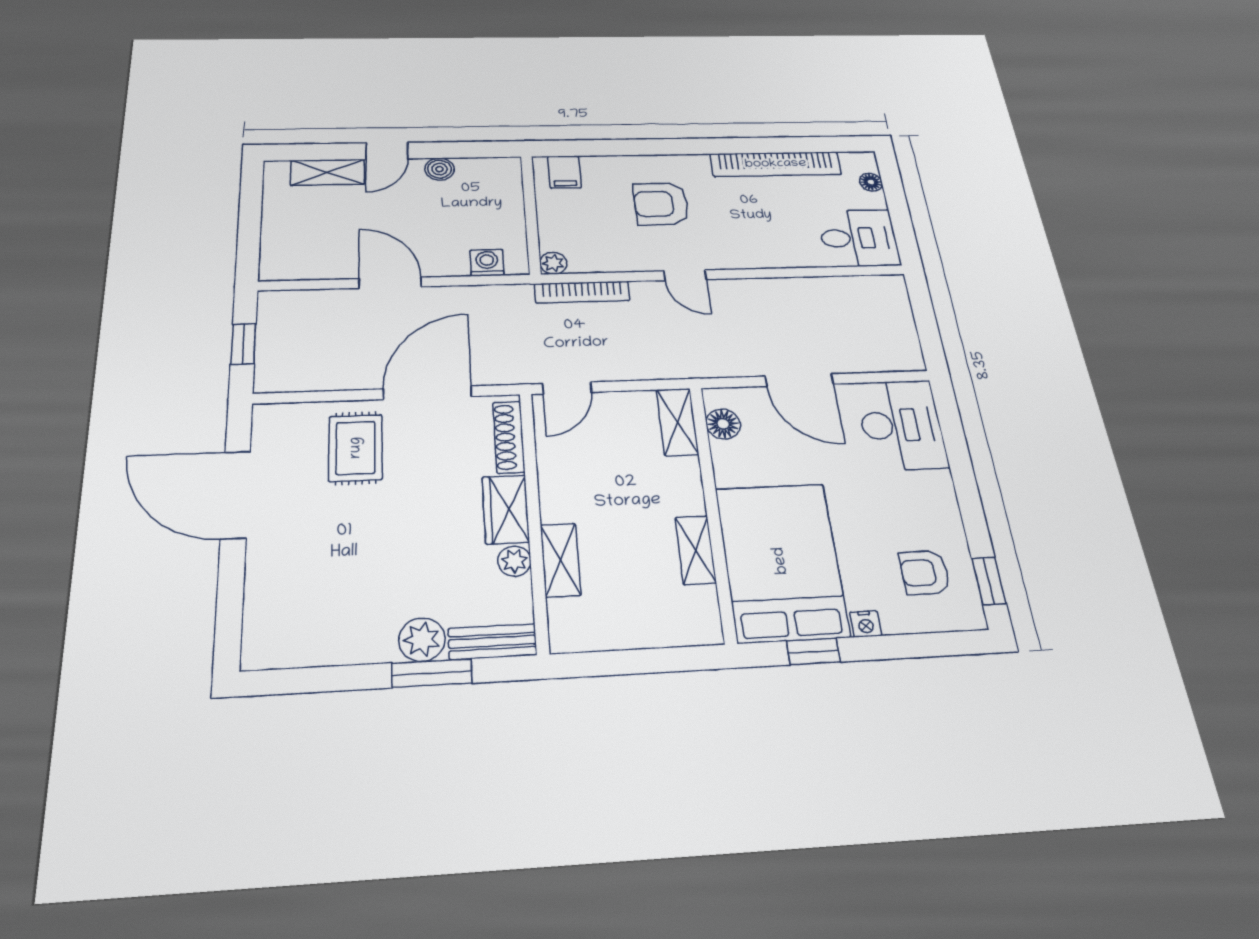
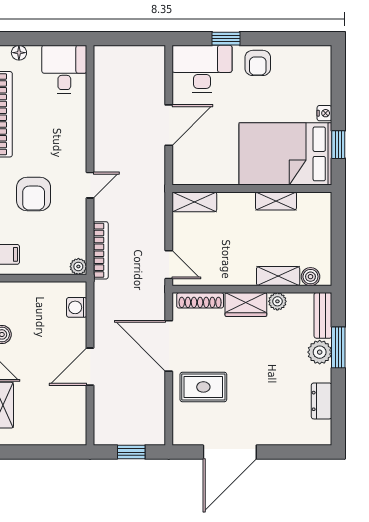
floor lamp: (723, 424) -> (197, 175), removed
armchair: (925, 573) -> (258, 63), moved
window: (989, 581) -> (226, 39), moved
boiler: (564, 616) -> (310, 277), added
dresser: (328, 648) -> (322, 401), added

